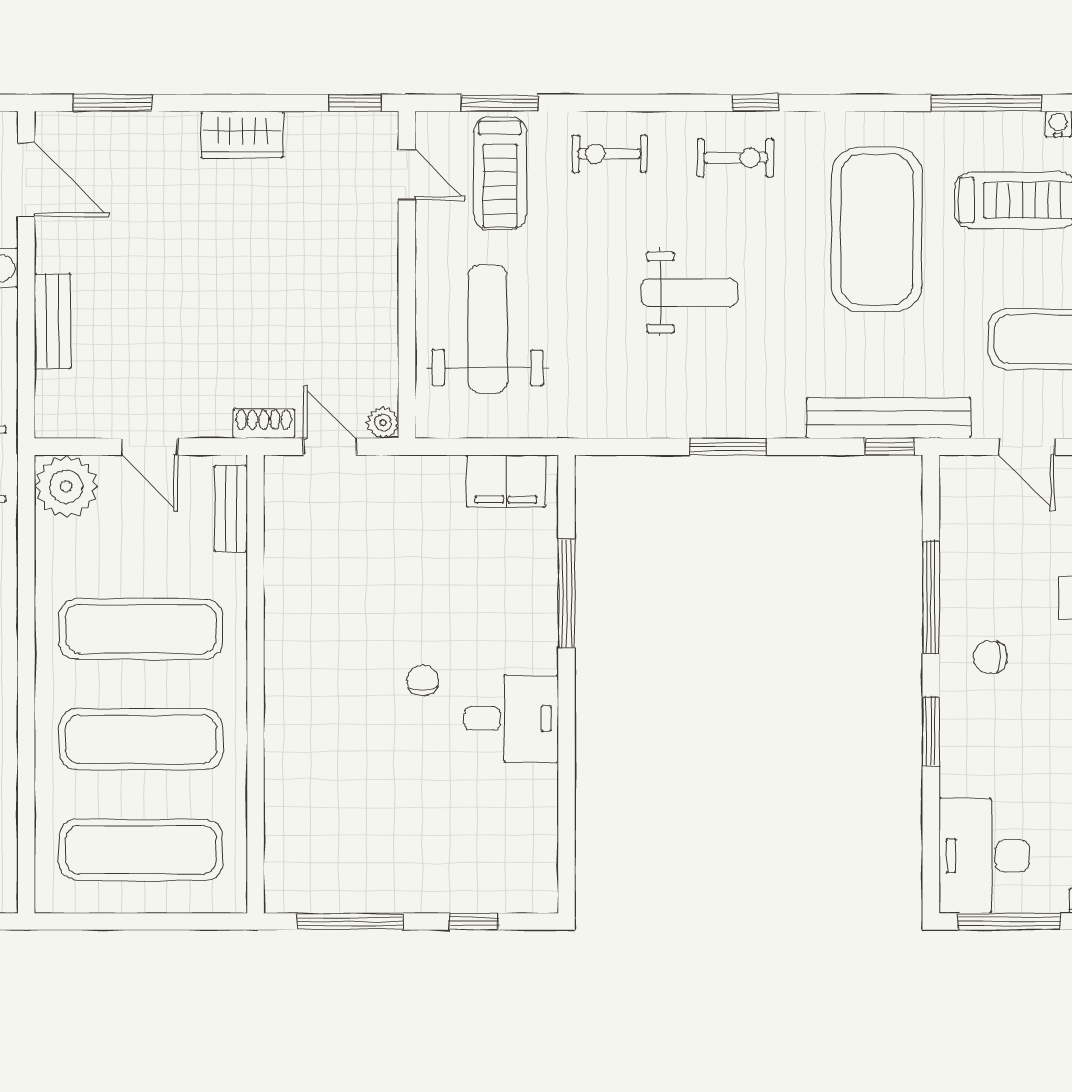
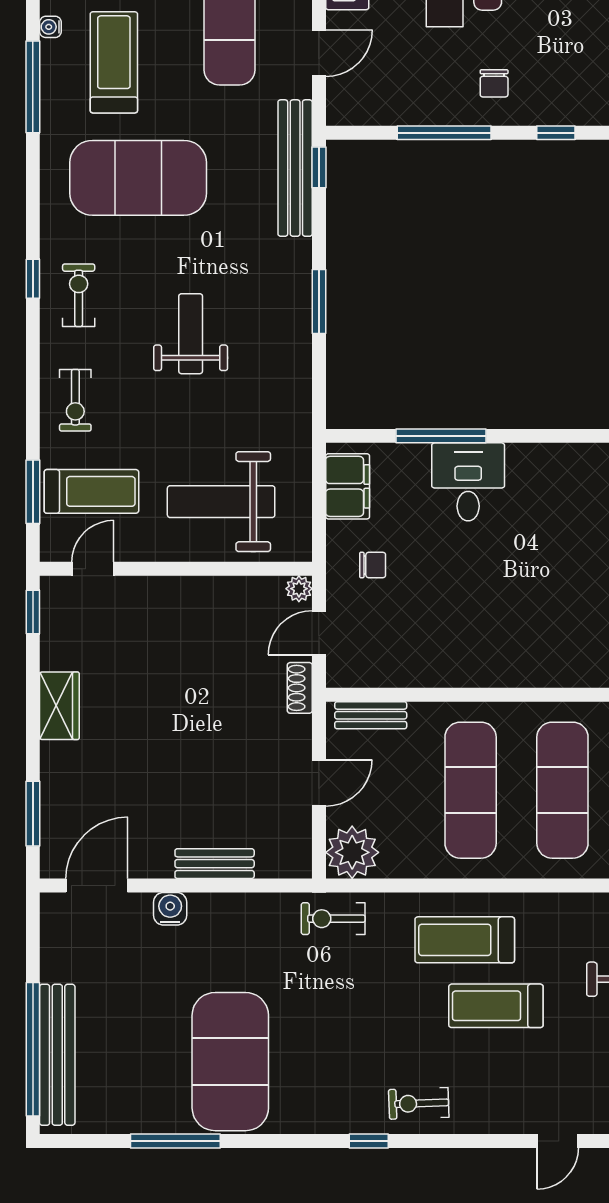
chair: (423, 680) -> (373, 565), moved, turned 180
desk: (511, 719) -> (468, 482), moved
window: (931, 731) -> (556, 133), width x0.67

